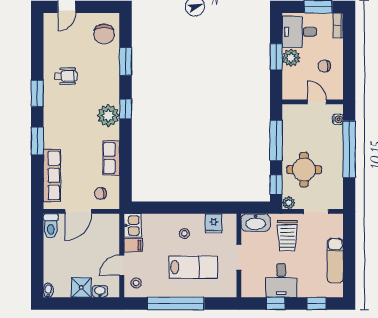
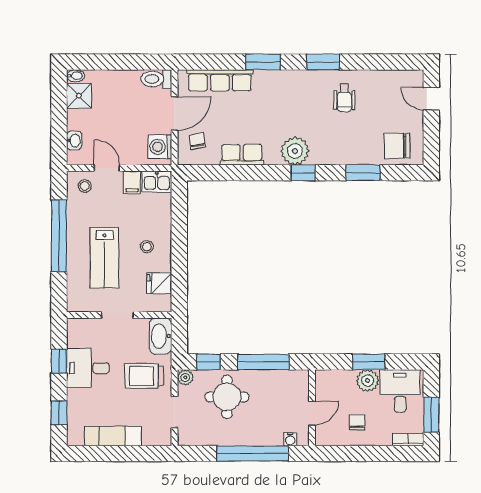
door: (78, 211) -> (174, 113), swing flipped
washing machine: (105, 223) -> (160, 147), added
shower: (81, 287) -> (79, 96), moved

